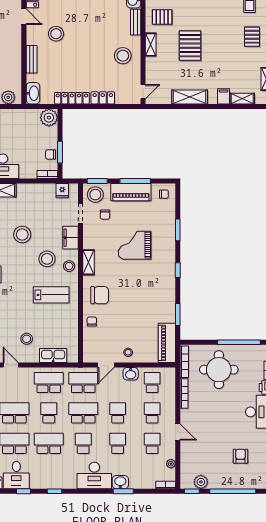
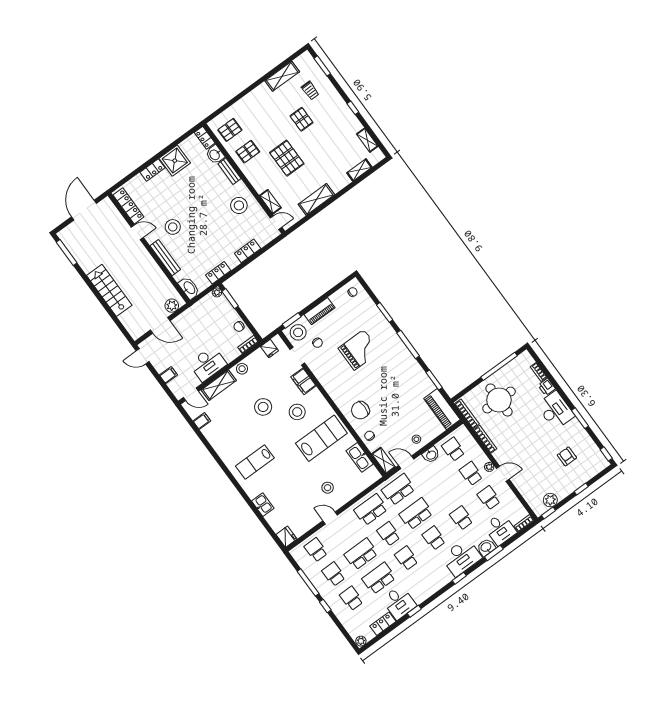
pallet: (252, 37) -> (301, 119), moved
shelving: (151, 45) -> (270, 202), moved
bench: (32, 59) -> (165, 258), width x1.36
door: (143, 92) -> (276, 222), hinge flipped
filing cabinet: (223, 96) -> (343, 179), removed
locker: (72, 98) -> (218, 273), width x0.66
plant: (49, 118) -> (217, 292), width x0.53, depth x0.53
window: (60, 152) -> (230, 299), moved
window: (135, 181) -> (322, 298), removed
piano: (131, 192) -> (320, 311), width x0.73, depth x0.75
grand piano: (135, 245) -> (359, 350), turned 180
shelving: (89, 262) -> (384, 460), moved
stool: (69, 266) -> (242, 369), moved
window: (178, 270) -> (408, 344), width x2.17
lab bench: (51, 295) -> (321, 438), width x1.36, depth x1.39
chair: (100, 295) -> (360, 410), turned 180
kitchen sink: (53, 355) -> (360, 457), moved, turned -90
door: (106, 365) -> (406, 462), swing flipped
school desk: (118, 413) -> (444, 494), removed
school desk: (49, 443) -> (406, 558), width x0.54
plant: (171, 464) -> (489, 467), moved
desk: (143, 476) -> (500, 529), added
window: (55, 491) -> (459, 578), moved
window: (233, 491) -> (581, 489), width x0.32

